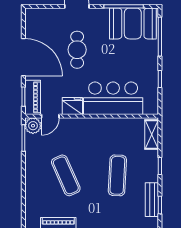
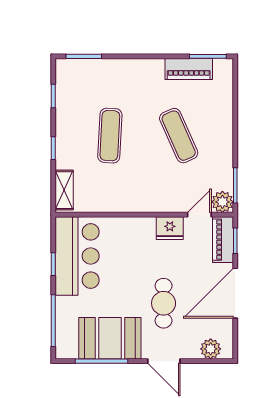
plant: (42, 15) -> (211, 349), added
booth: (133, 23) -> (110, 338), moved
door: (23, 57) -> (235, 293), hinge flipped
bar counter: (113, 98) -> (77, 256), moved, turned -90
bench: (152, 200) -> (64, 103), removed

